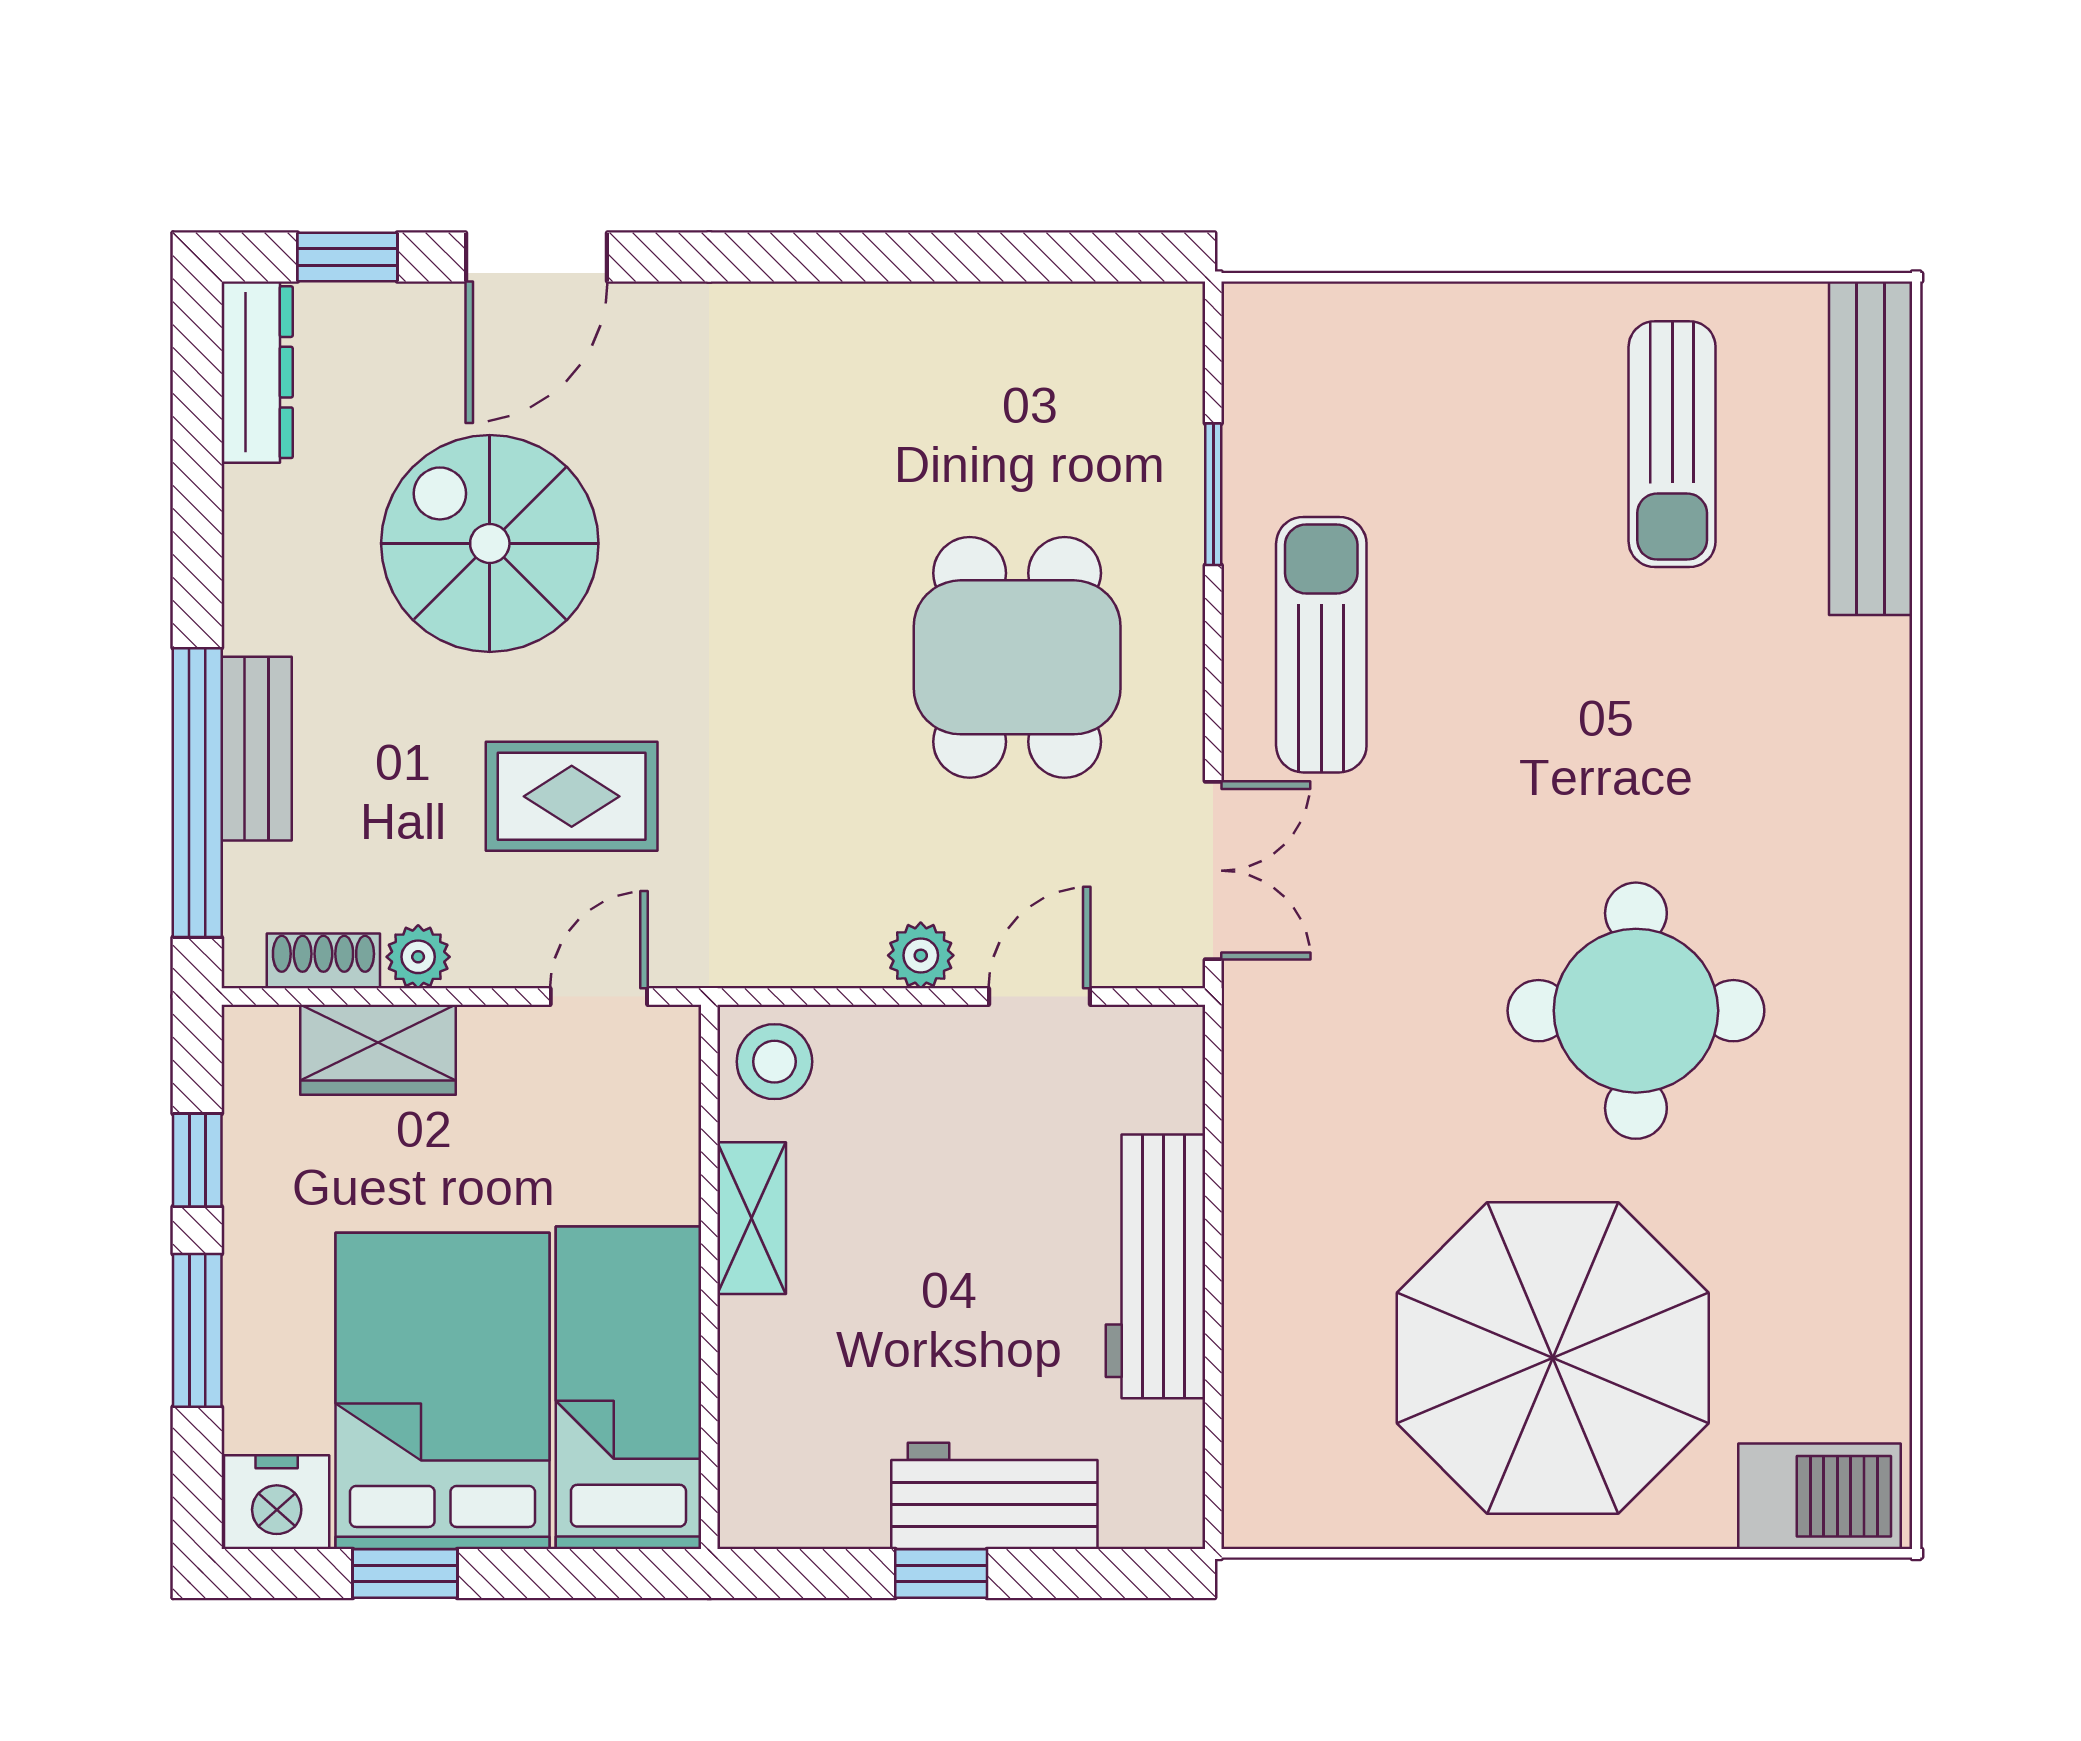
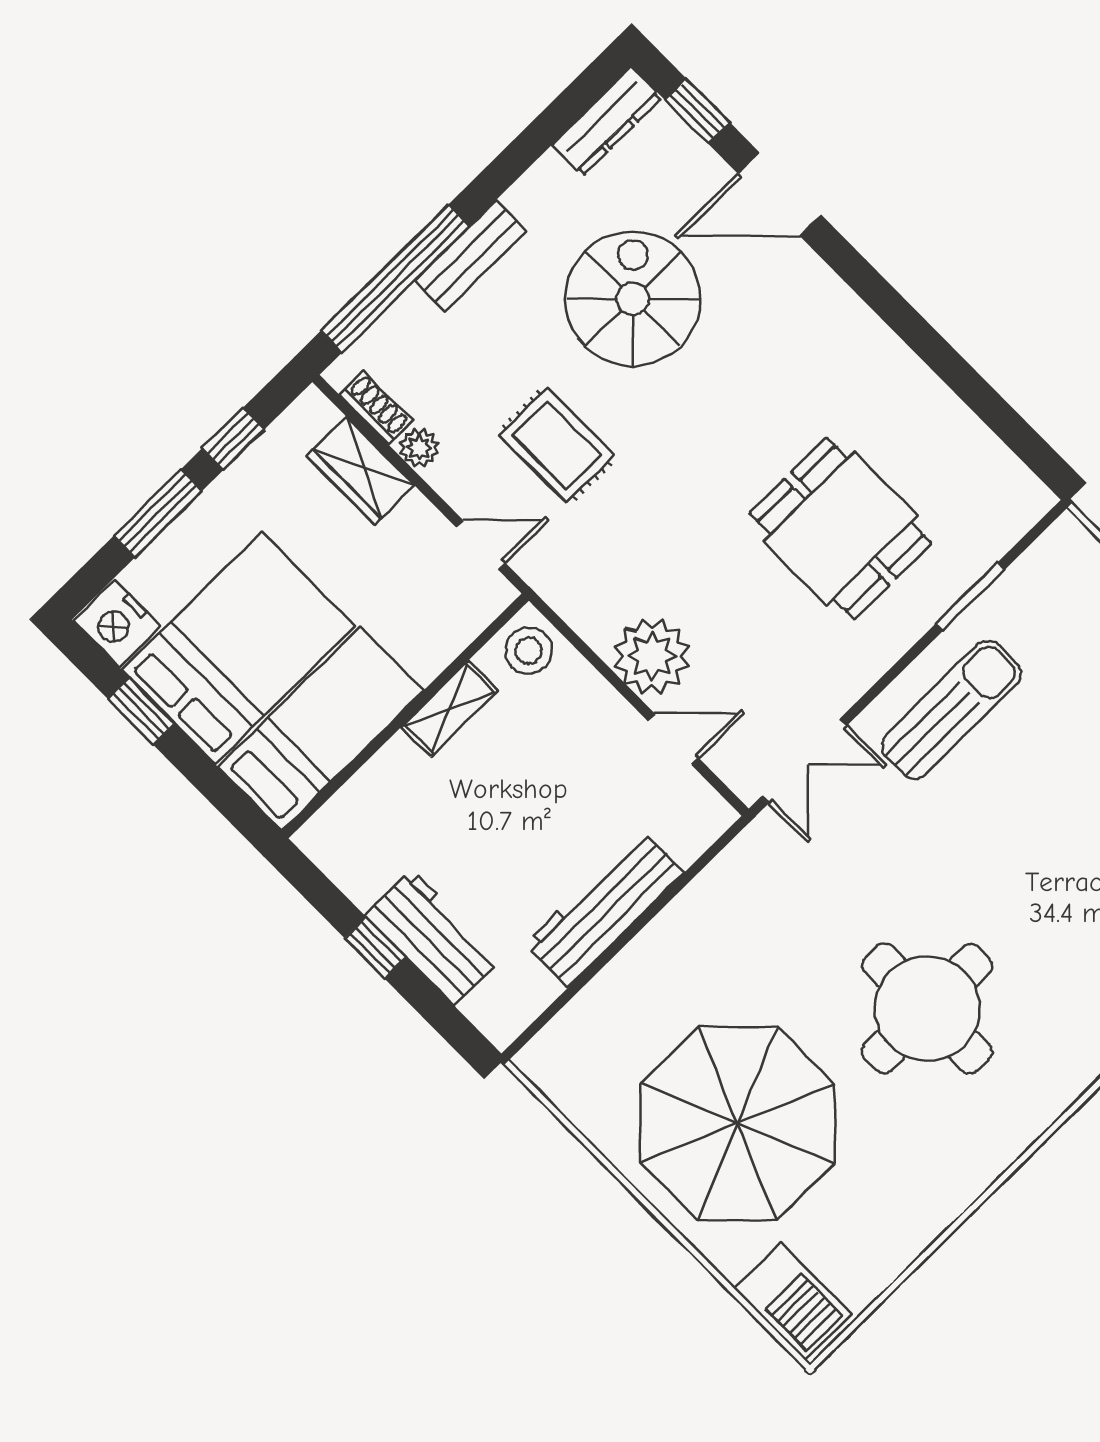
dining table: (1017, 657) -> (840, 528), moved, turned 90
bench: (257, 749) -> (470, 256), moved
plant: (921, 955) -> (652, 656), width x1.87, depth x1.87

